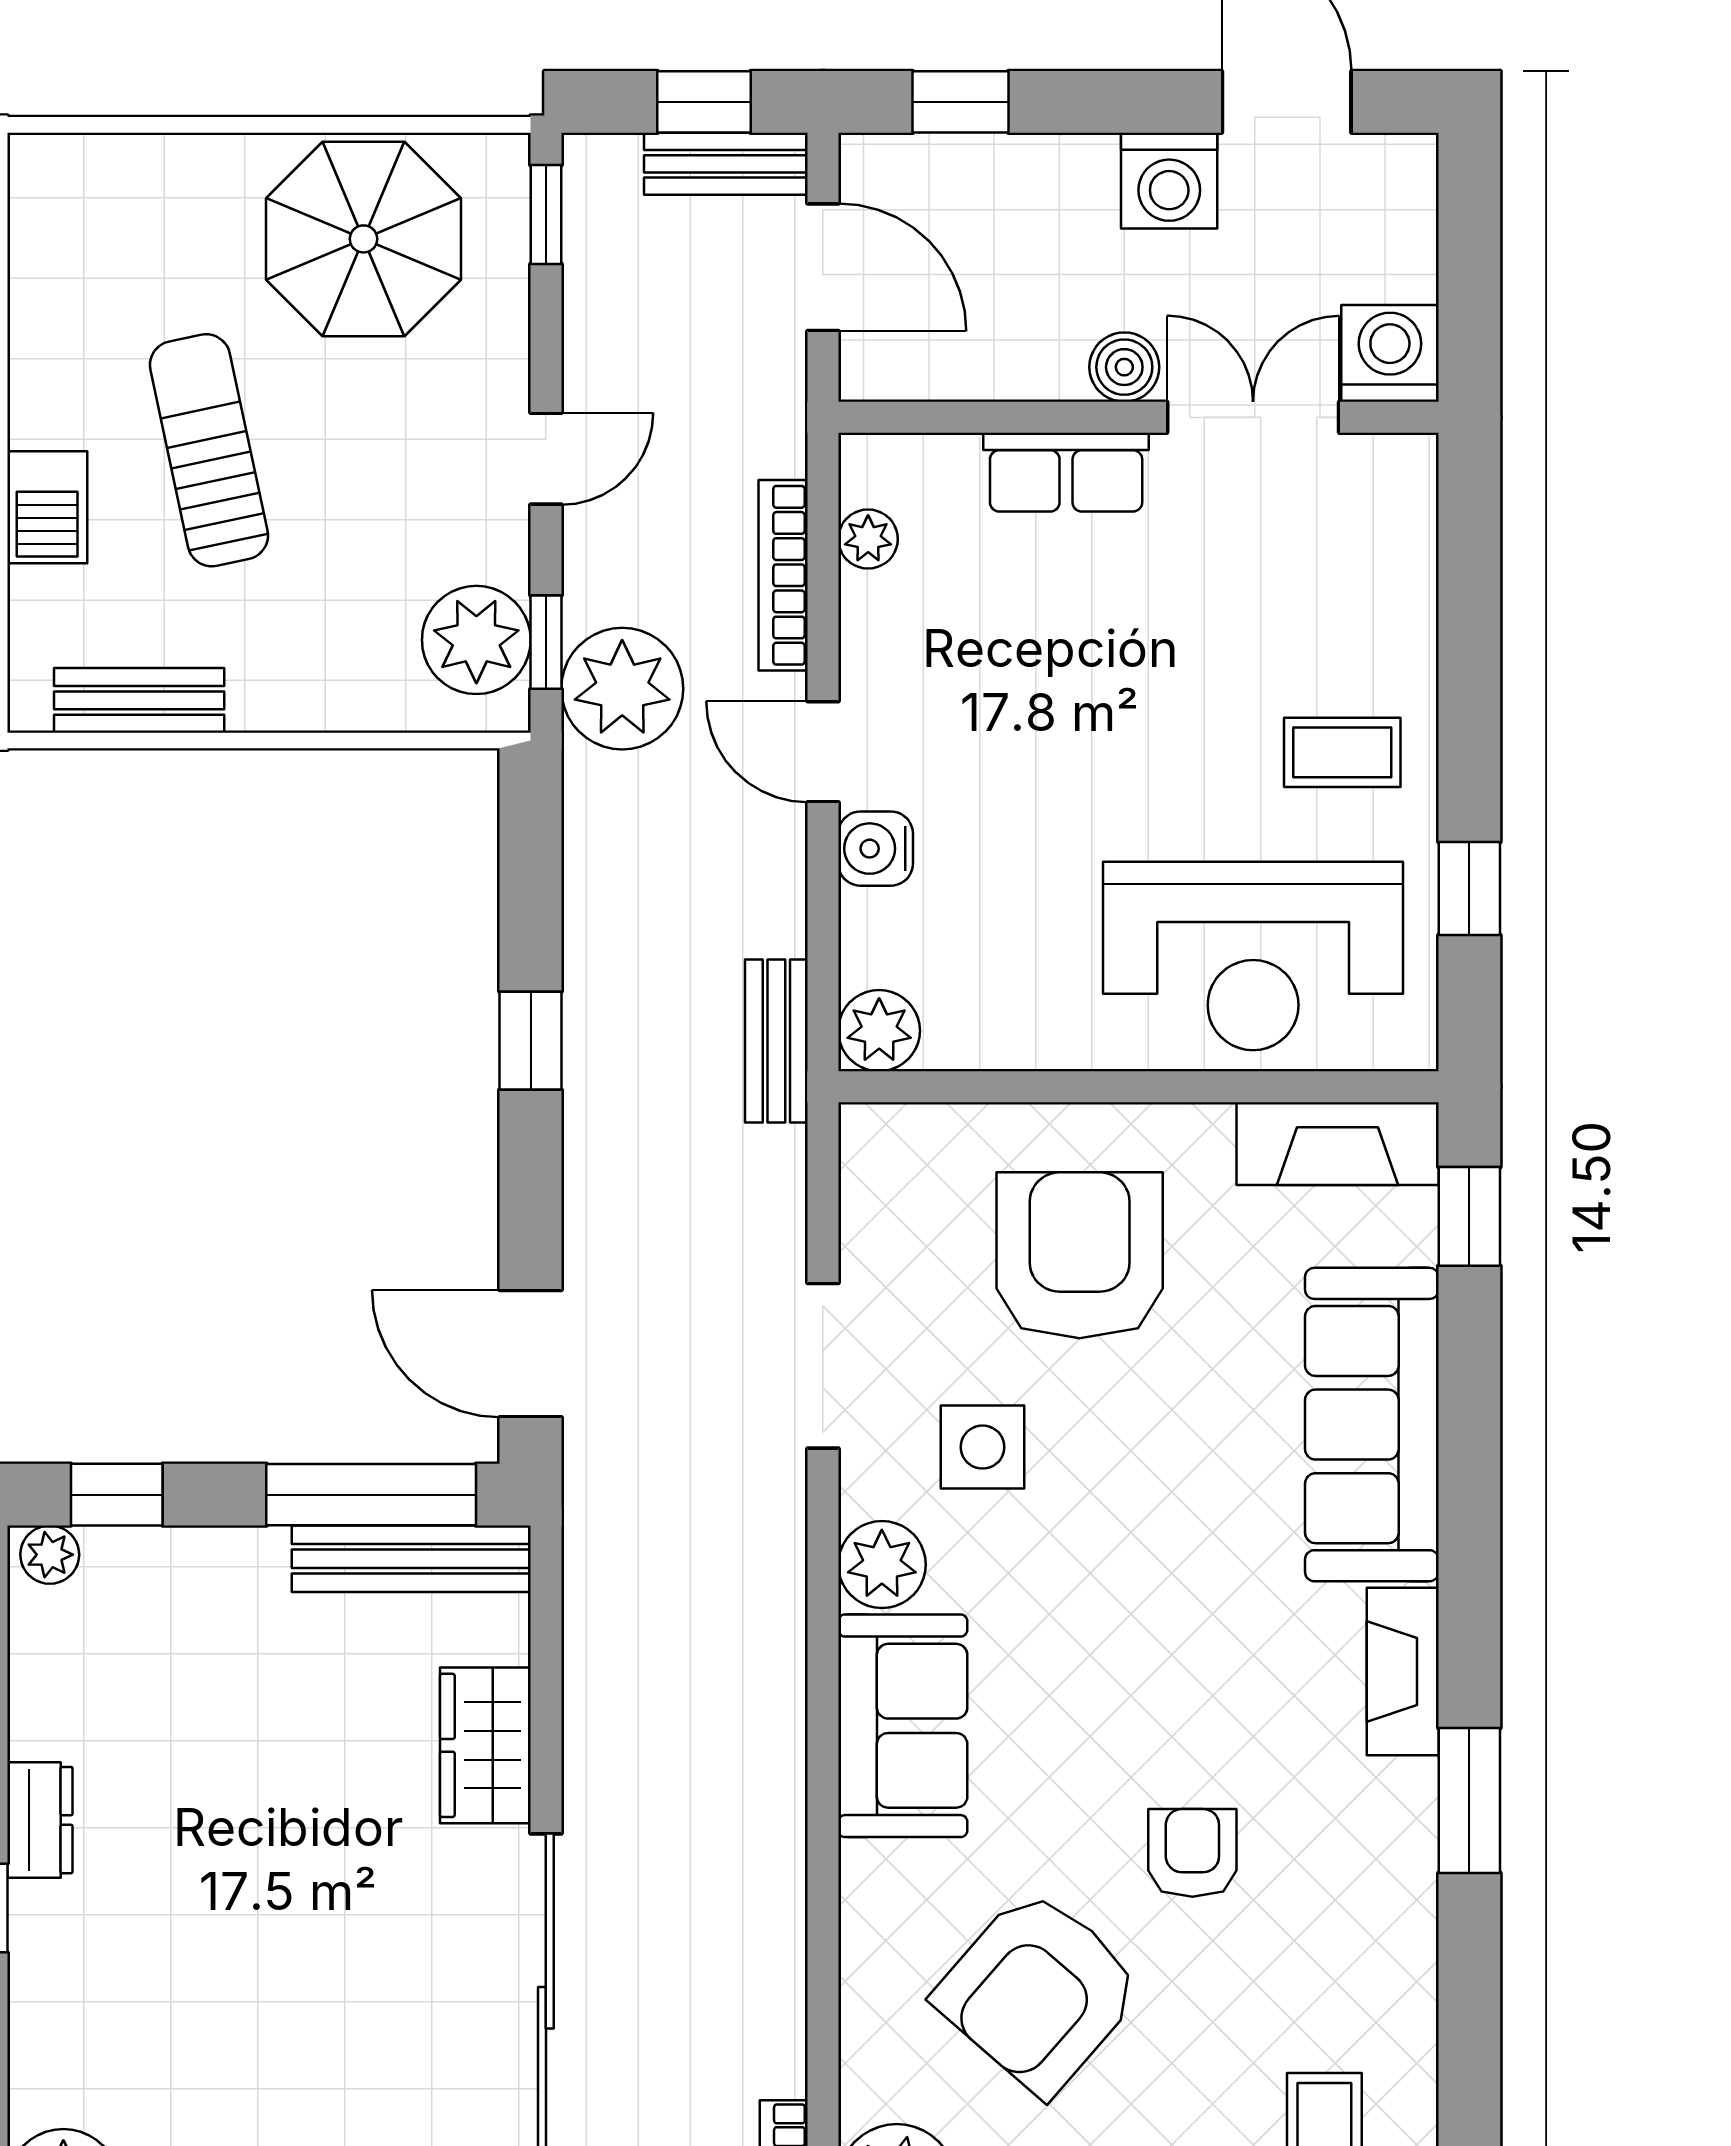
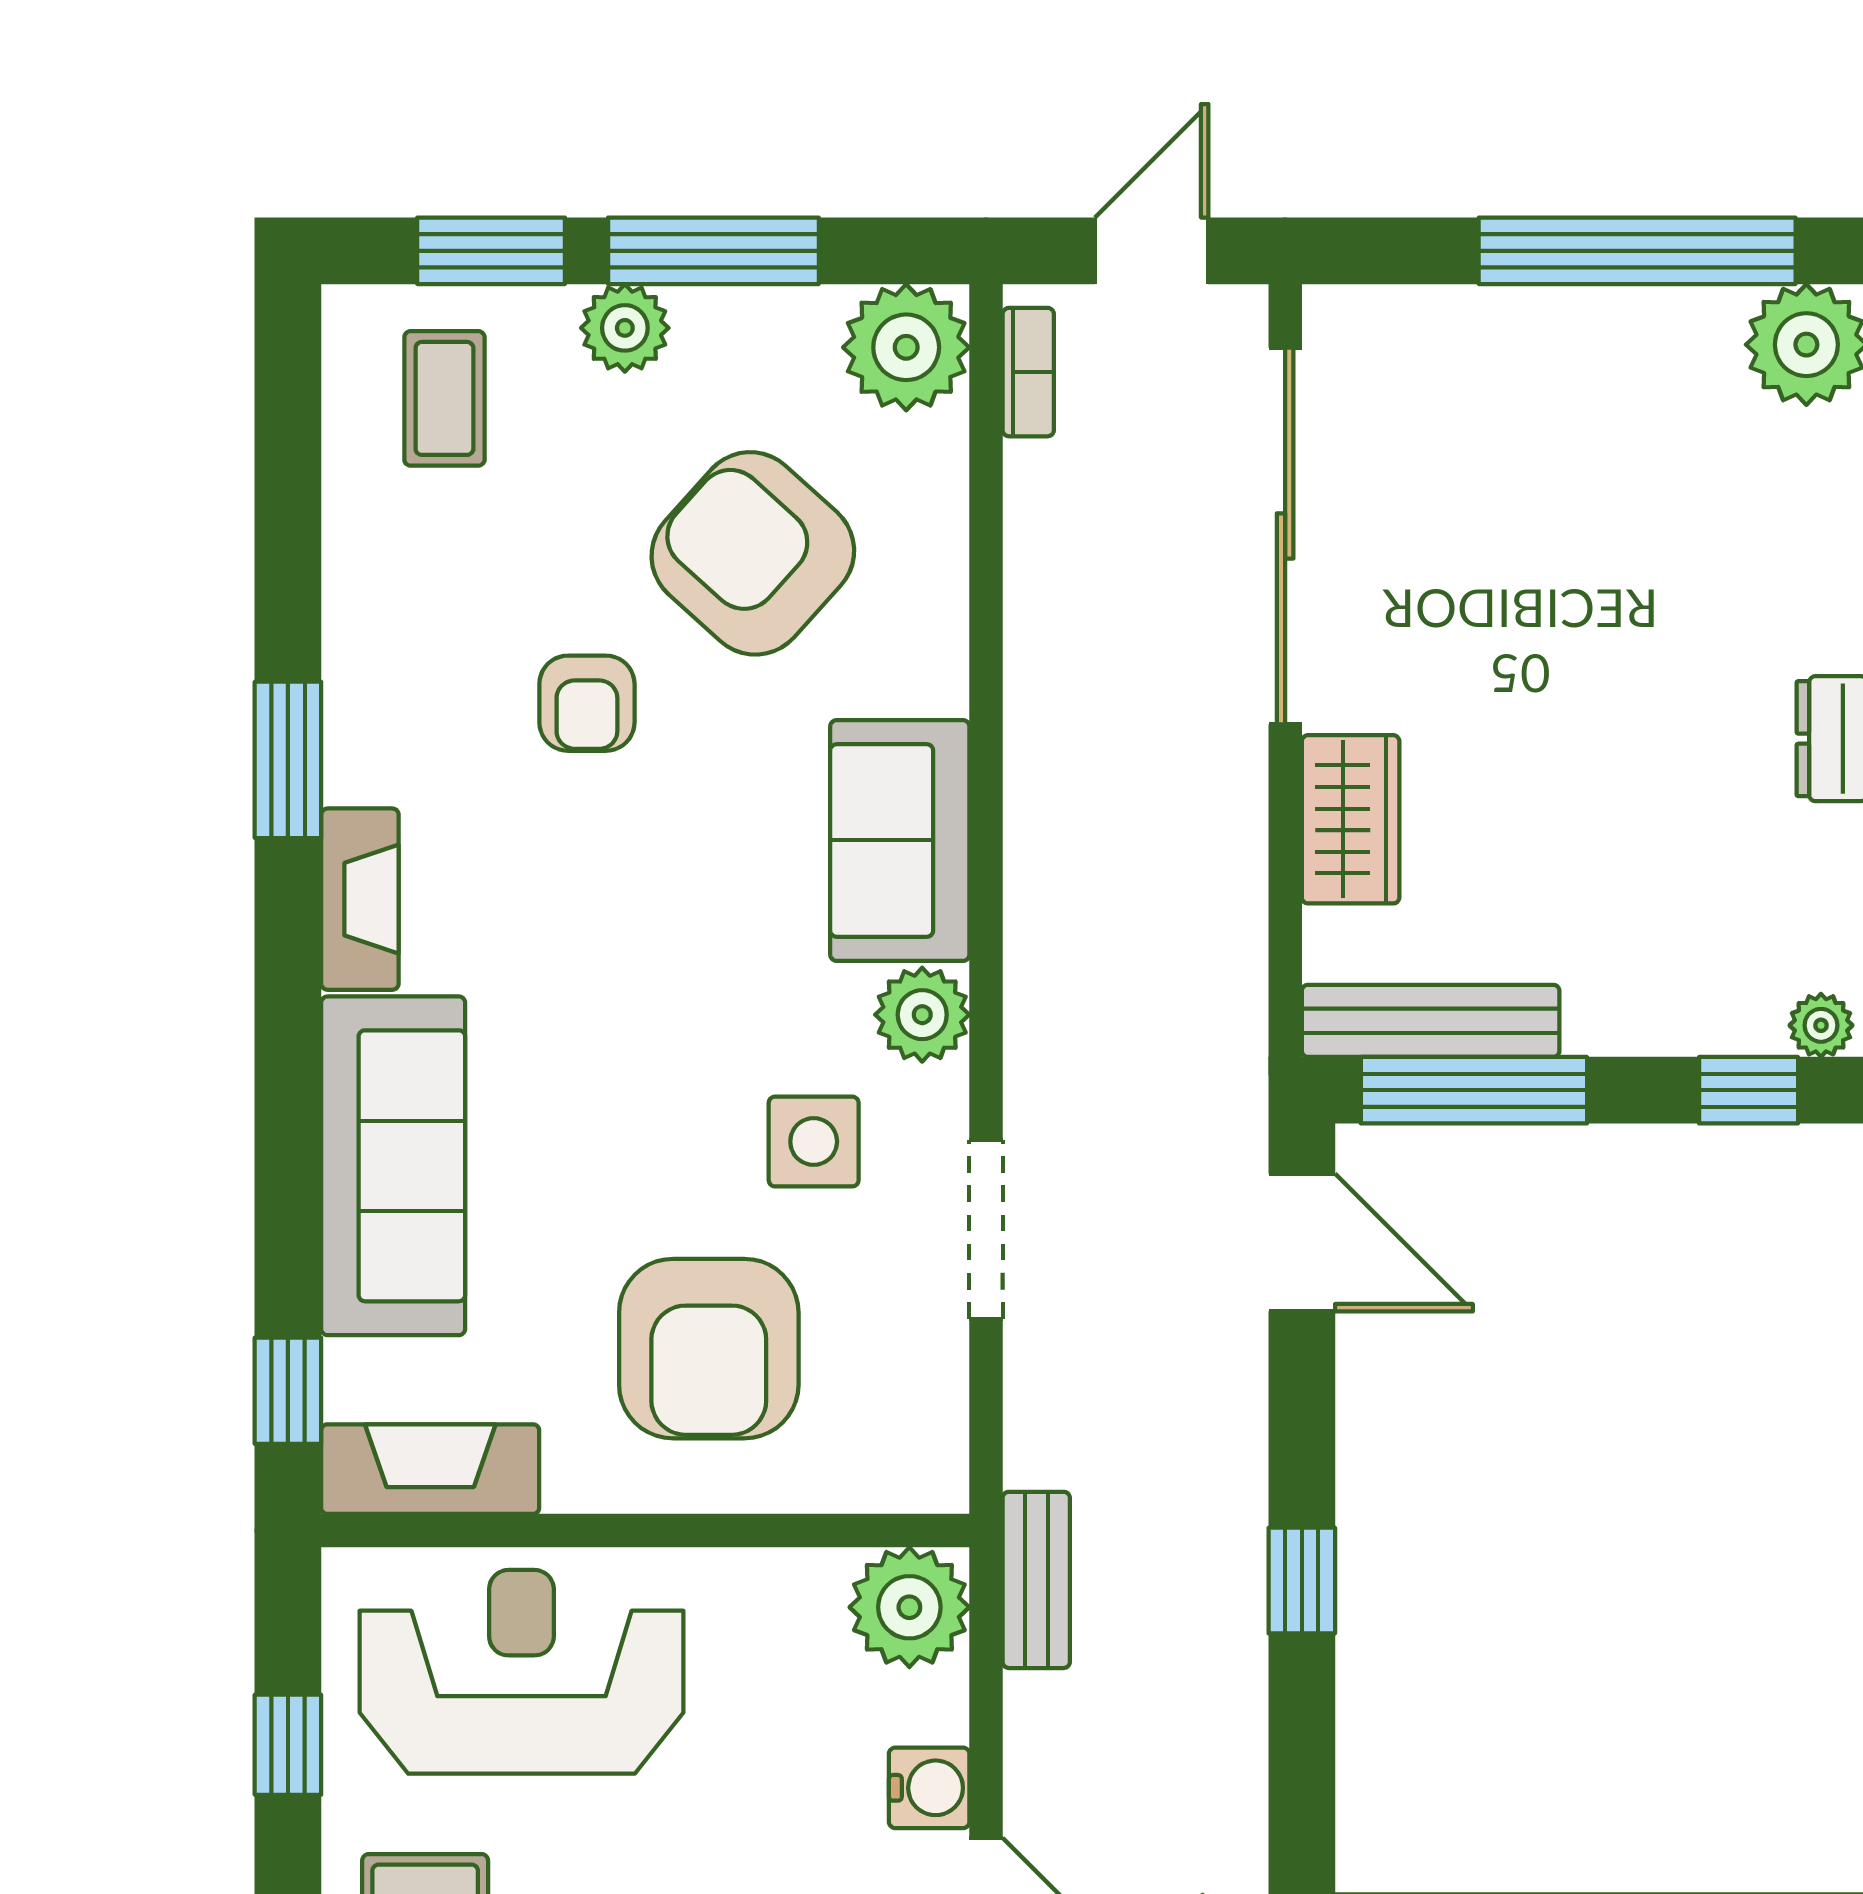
plant: (879, 1031) -> (909, 1607), width x1.36, depth x1.36
armchair: (1039, 1992) -> (753, 553), turned -89

